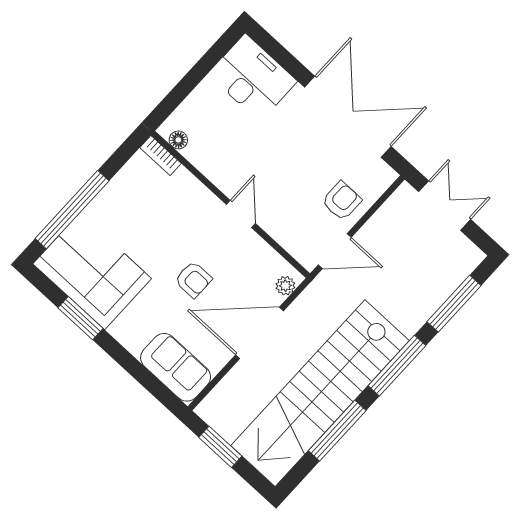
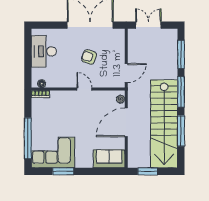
desk: (252, 78) -> (44, 51), moved, turned -90
armchair: (342, 201) -> (89, 57), moved, turned -72
armchair: (193, 280) -> (89, 125), removed

